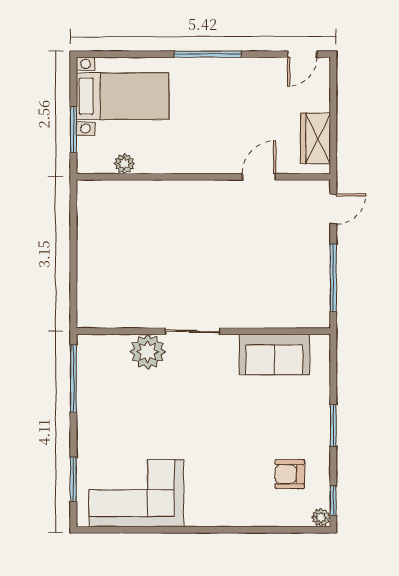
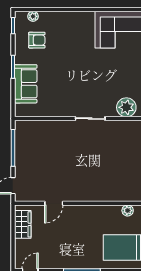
plant: (148, 352) -> (126, 107), moved
sofa: (274, 354) -> (26, 84), moved, turned 90
plant: (321, 518) -> (33, 16), moved

